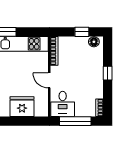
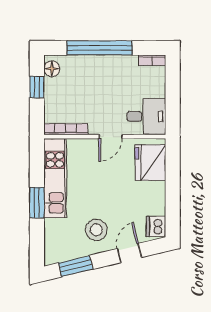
window: (108, 73) -> (100, 48), width x3.17
fridge: (22, 107) -> (150, 163), moved
window: (75, 121) -> (173, 97), removed

